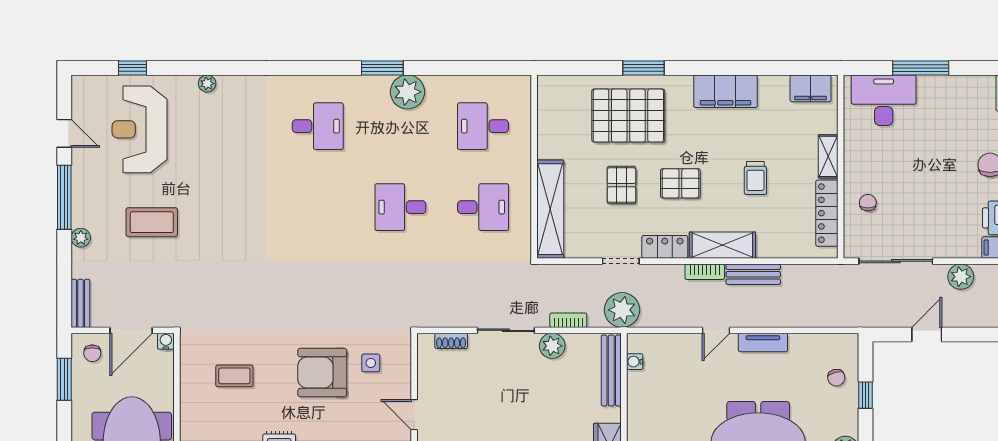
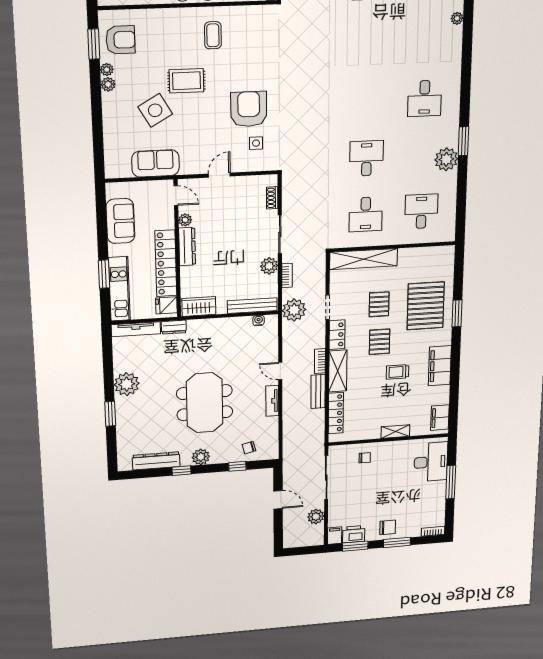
trolley: (755, 178) -> (398, 372), moved
pallet: (621, 185) -> (379, 304), turned 90
locker: (827, 213) -> (336, 413), moved, turned 90
coffee table: (234, 376) -> (213, 35), moved

